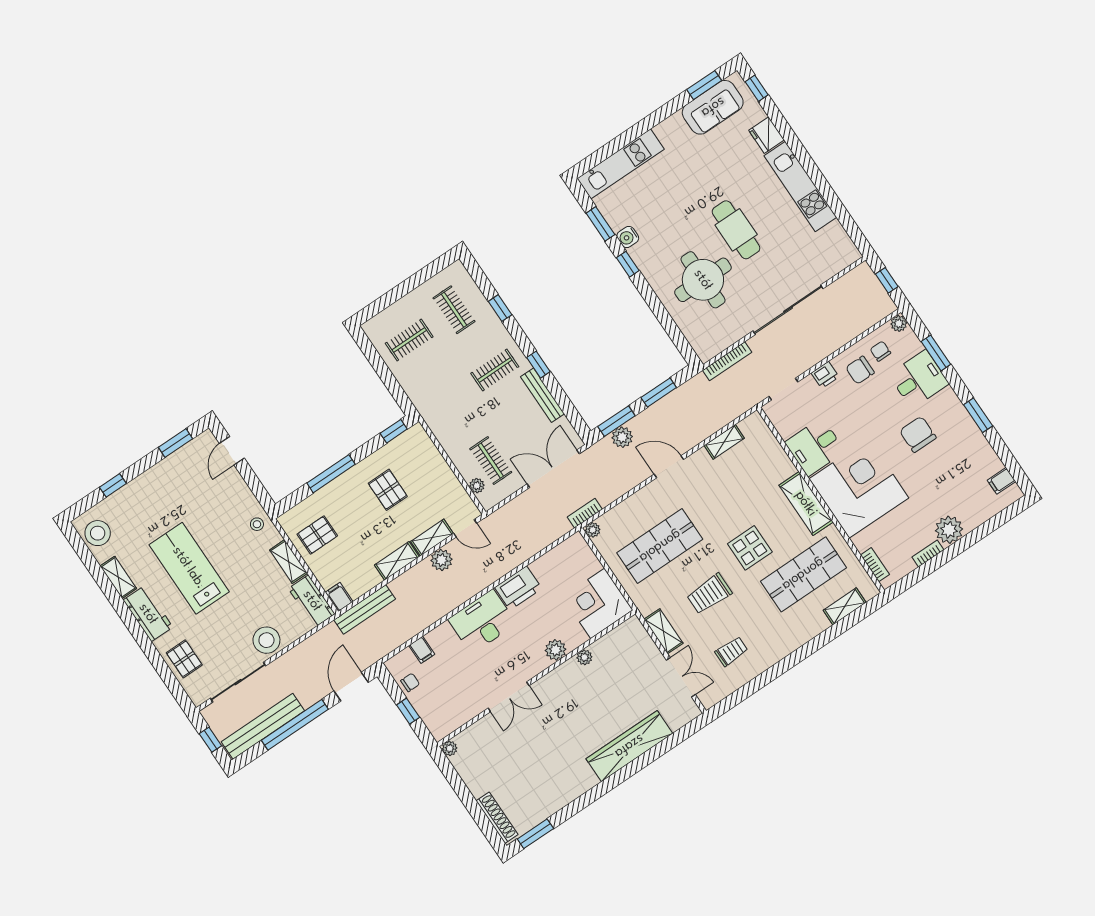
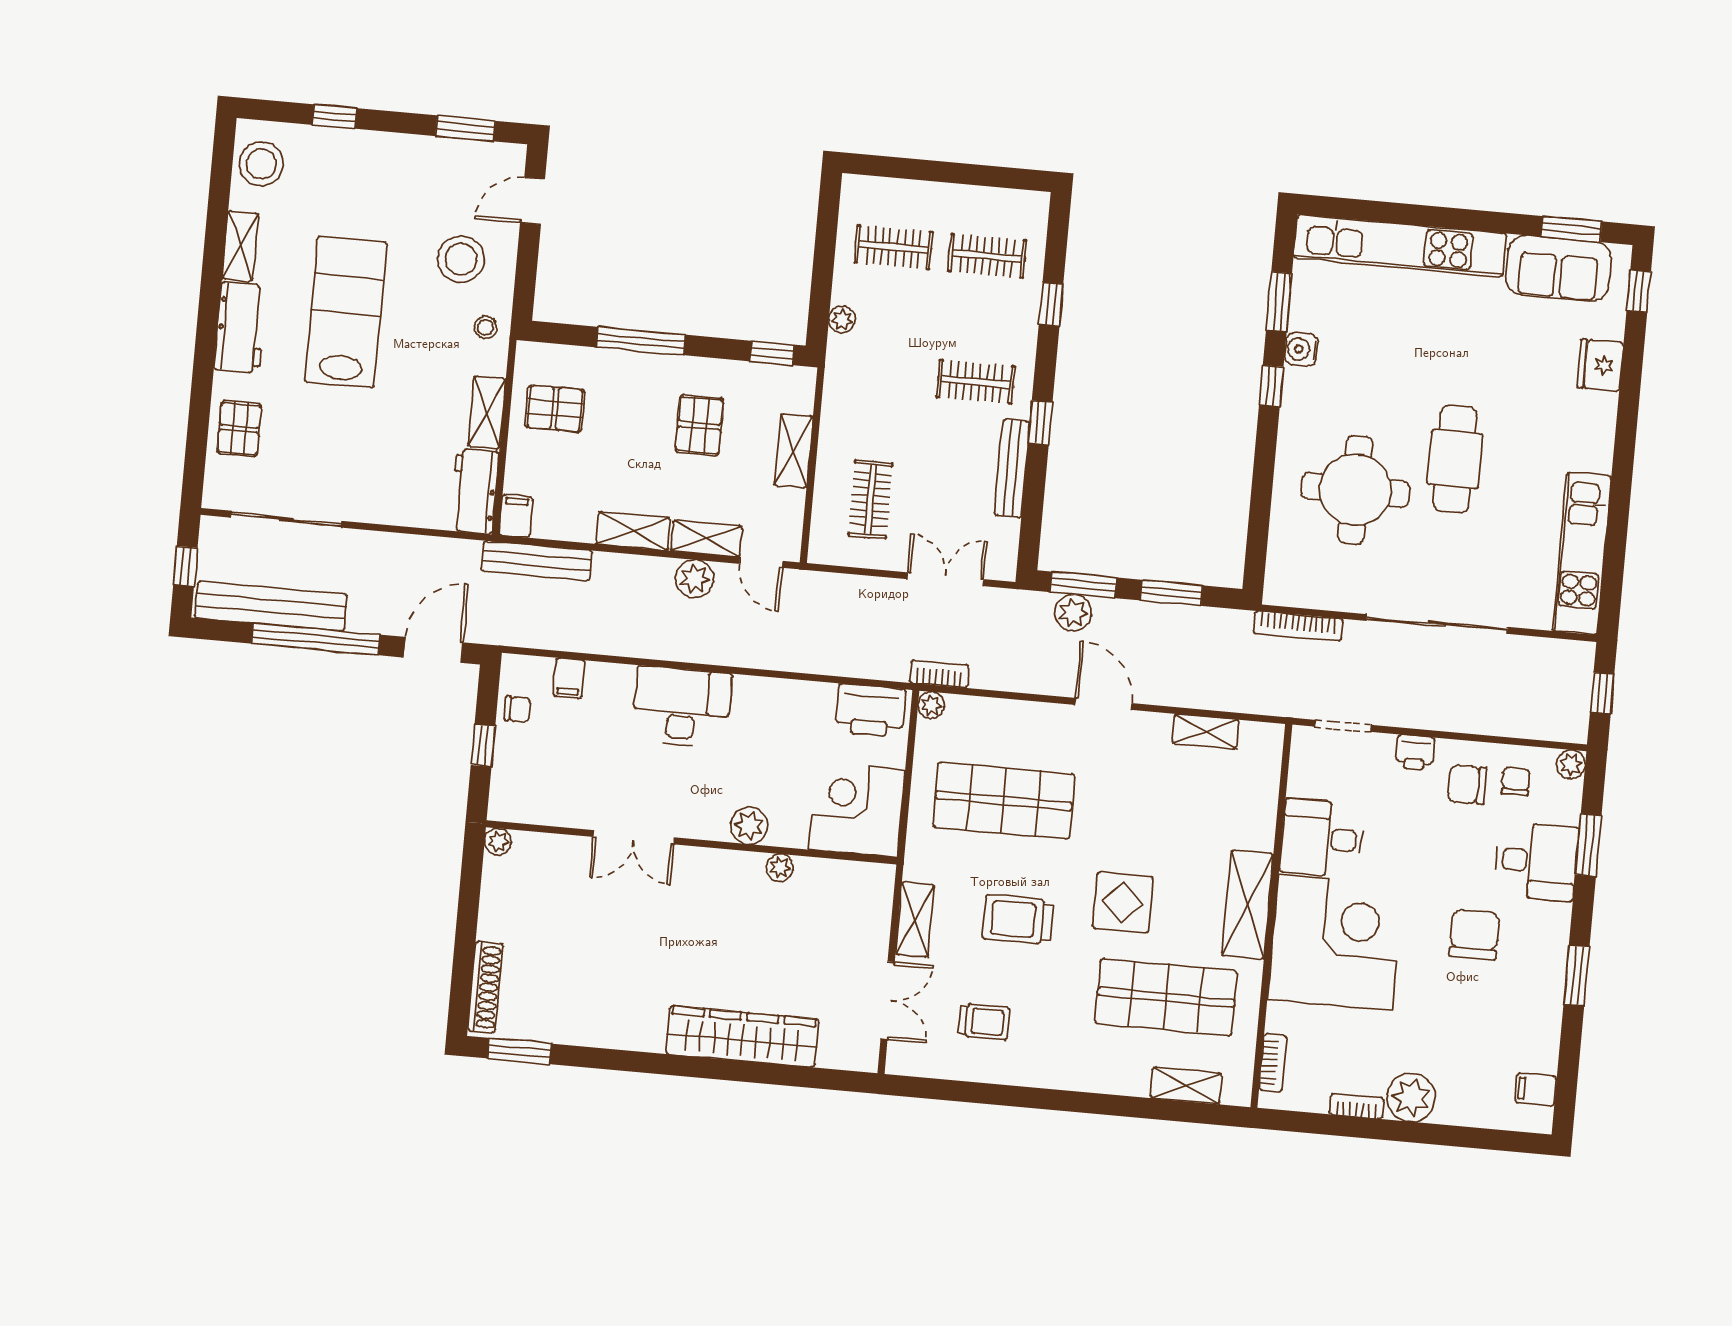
kitchen unit: (621, 164) -> (1400, 246), width x1.36
kitchen unit: (800, 186) -> (1582, 553), moved
clothes rail: (454, 310) -> (987, 256), turned 90
shelving: (439, 467) -> (794, 451), added
double door: (553, 469) -> (945, 579), width x0.73
plant: (477, 486) -> (842, 320), moved
printer: (518, 588) -> (870, 711), moved
stool: (266, 640) -> (461, 259), moved

